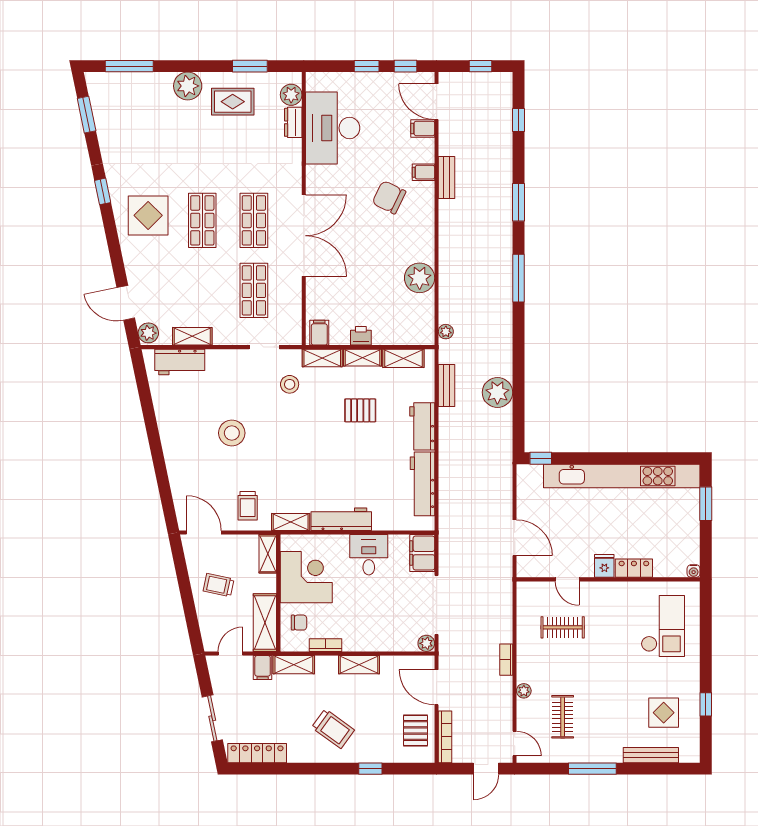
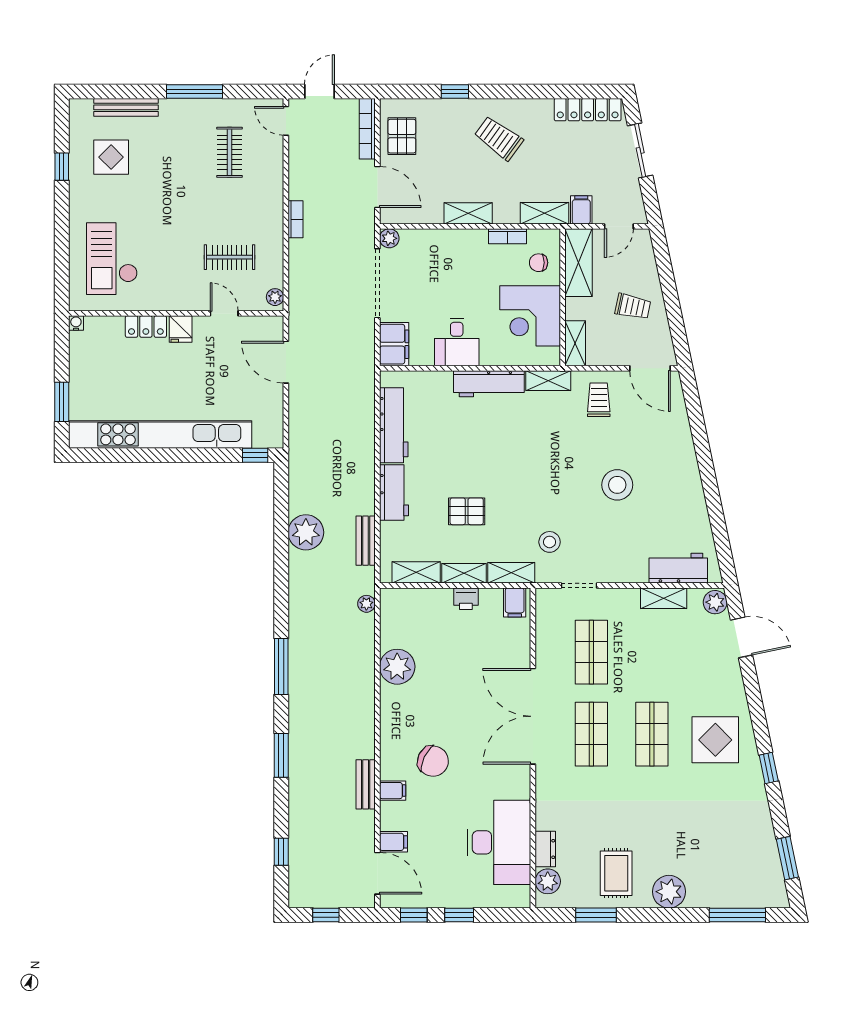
rug: (233, 102) -> (616, 873), turned 90
plant: (524, 691) -> (275, 297), moved

